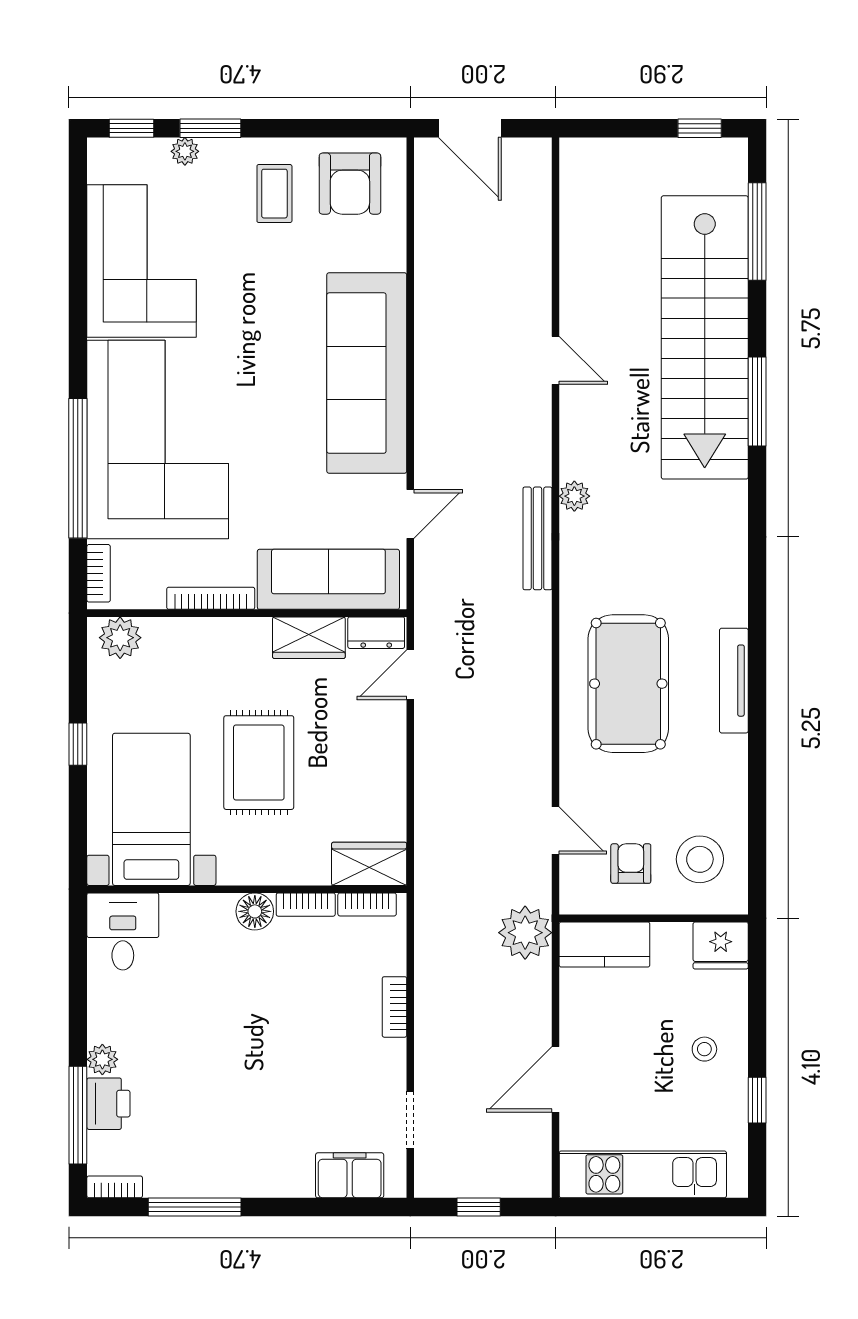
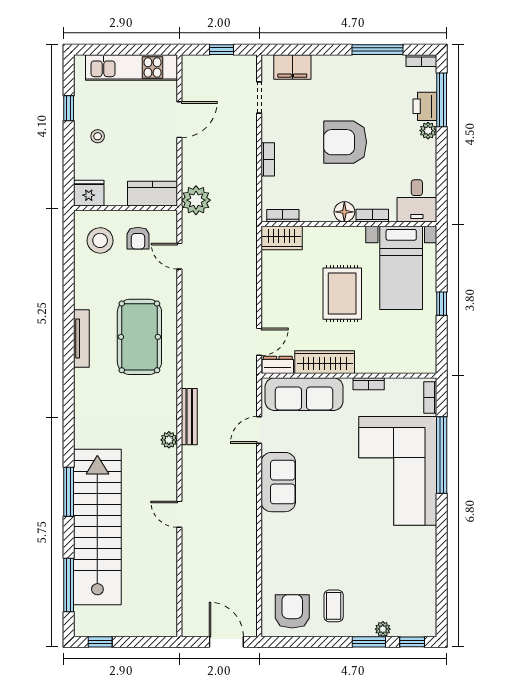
corner sofa: (142, 261) -> (407, 569), removed
sofa: (367, 373) -> (278, 482), width x0.54, depth x0.79
bookcase: (211, 598) -> (369, 384), width x0.64
plant: (120, 638) -> (418, 362), removed
wardrobe: (309, 638) -> (325, 362), width x1.50
bookcase: (306, 905) -> (372, 216), moved
armchair: (254, 1038) -> (345, 142), added

